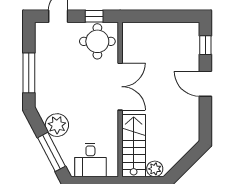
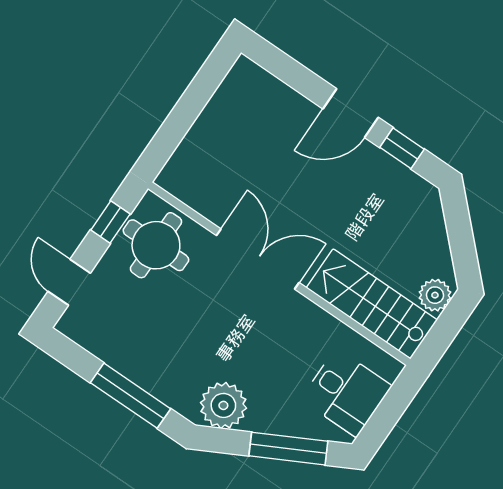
window: (205, 45) -> (402, 148), moved
plant: (57, 125) -> (223, 405), moved

